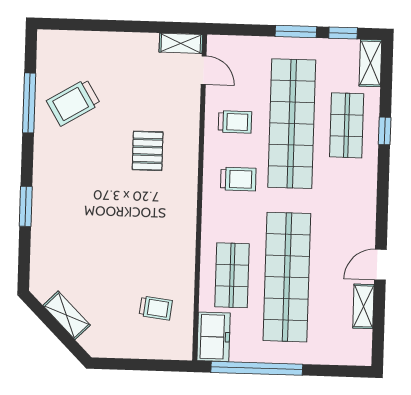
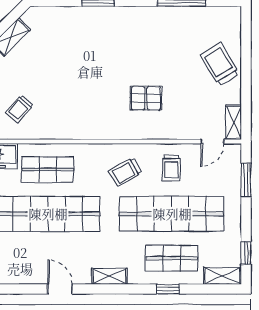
window: (296, 32) -> (246, 180), moved
trolley: (73, 102) -> (220, 64), moved
trolley: (238, 179) -> (125, 172), turned 60
shelving: (363, 306) -> (109, 276), moved
trolley: (156, 308) -> (19, 109), turned 35

